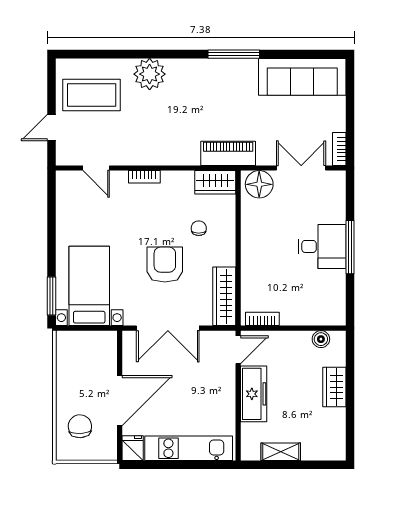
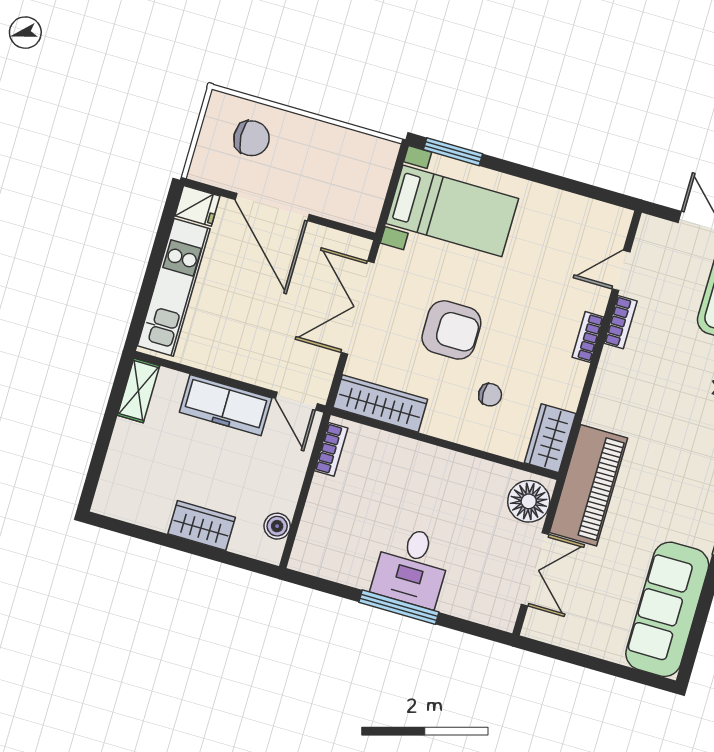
bookcase: (339, 149) -> (620, 322), moved, turned 90
piano: (228, 153) -> (588, 485), width x1.37, depth x1.33
shelving: (281, 452) -> (138, 390), moved

